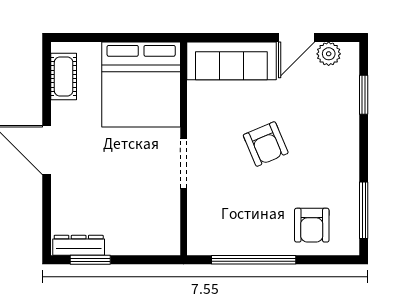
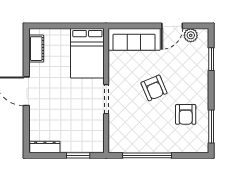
bed: (141, 84) -> (87, 53), width x0.73
armchair: (312, 225) -> (186, 114), moved
window: (90, 260) -> (78, 155), moved

